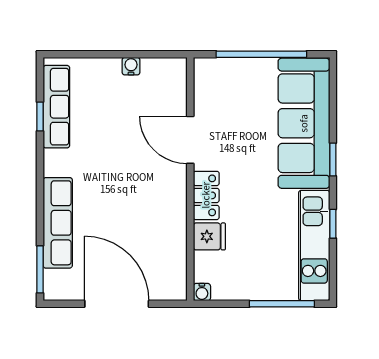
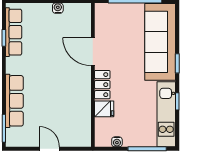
water cooler: (202, 292) -> (117, 142), moved
door: (117, 304) -> (49, 149), width x0.53

